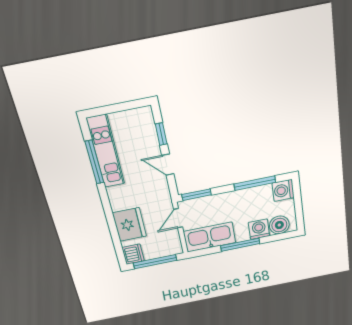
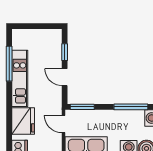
kitchen unit: (106, 151) -> (20, 78), moved
door: (178, 218) -> (63, 124), hinge flipped

